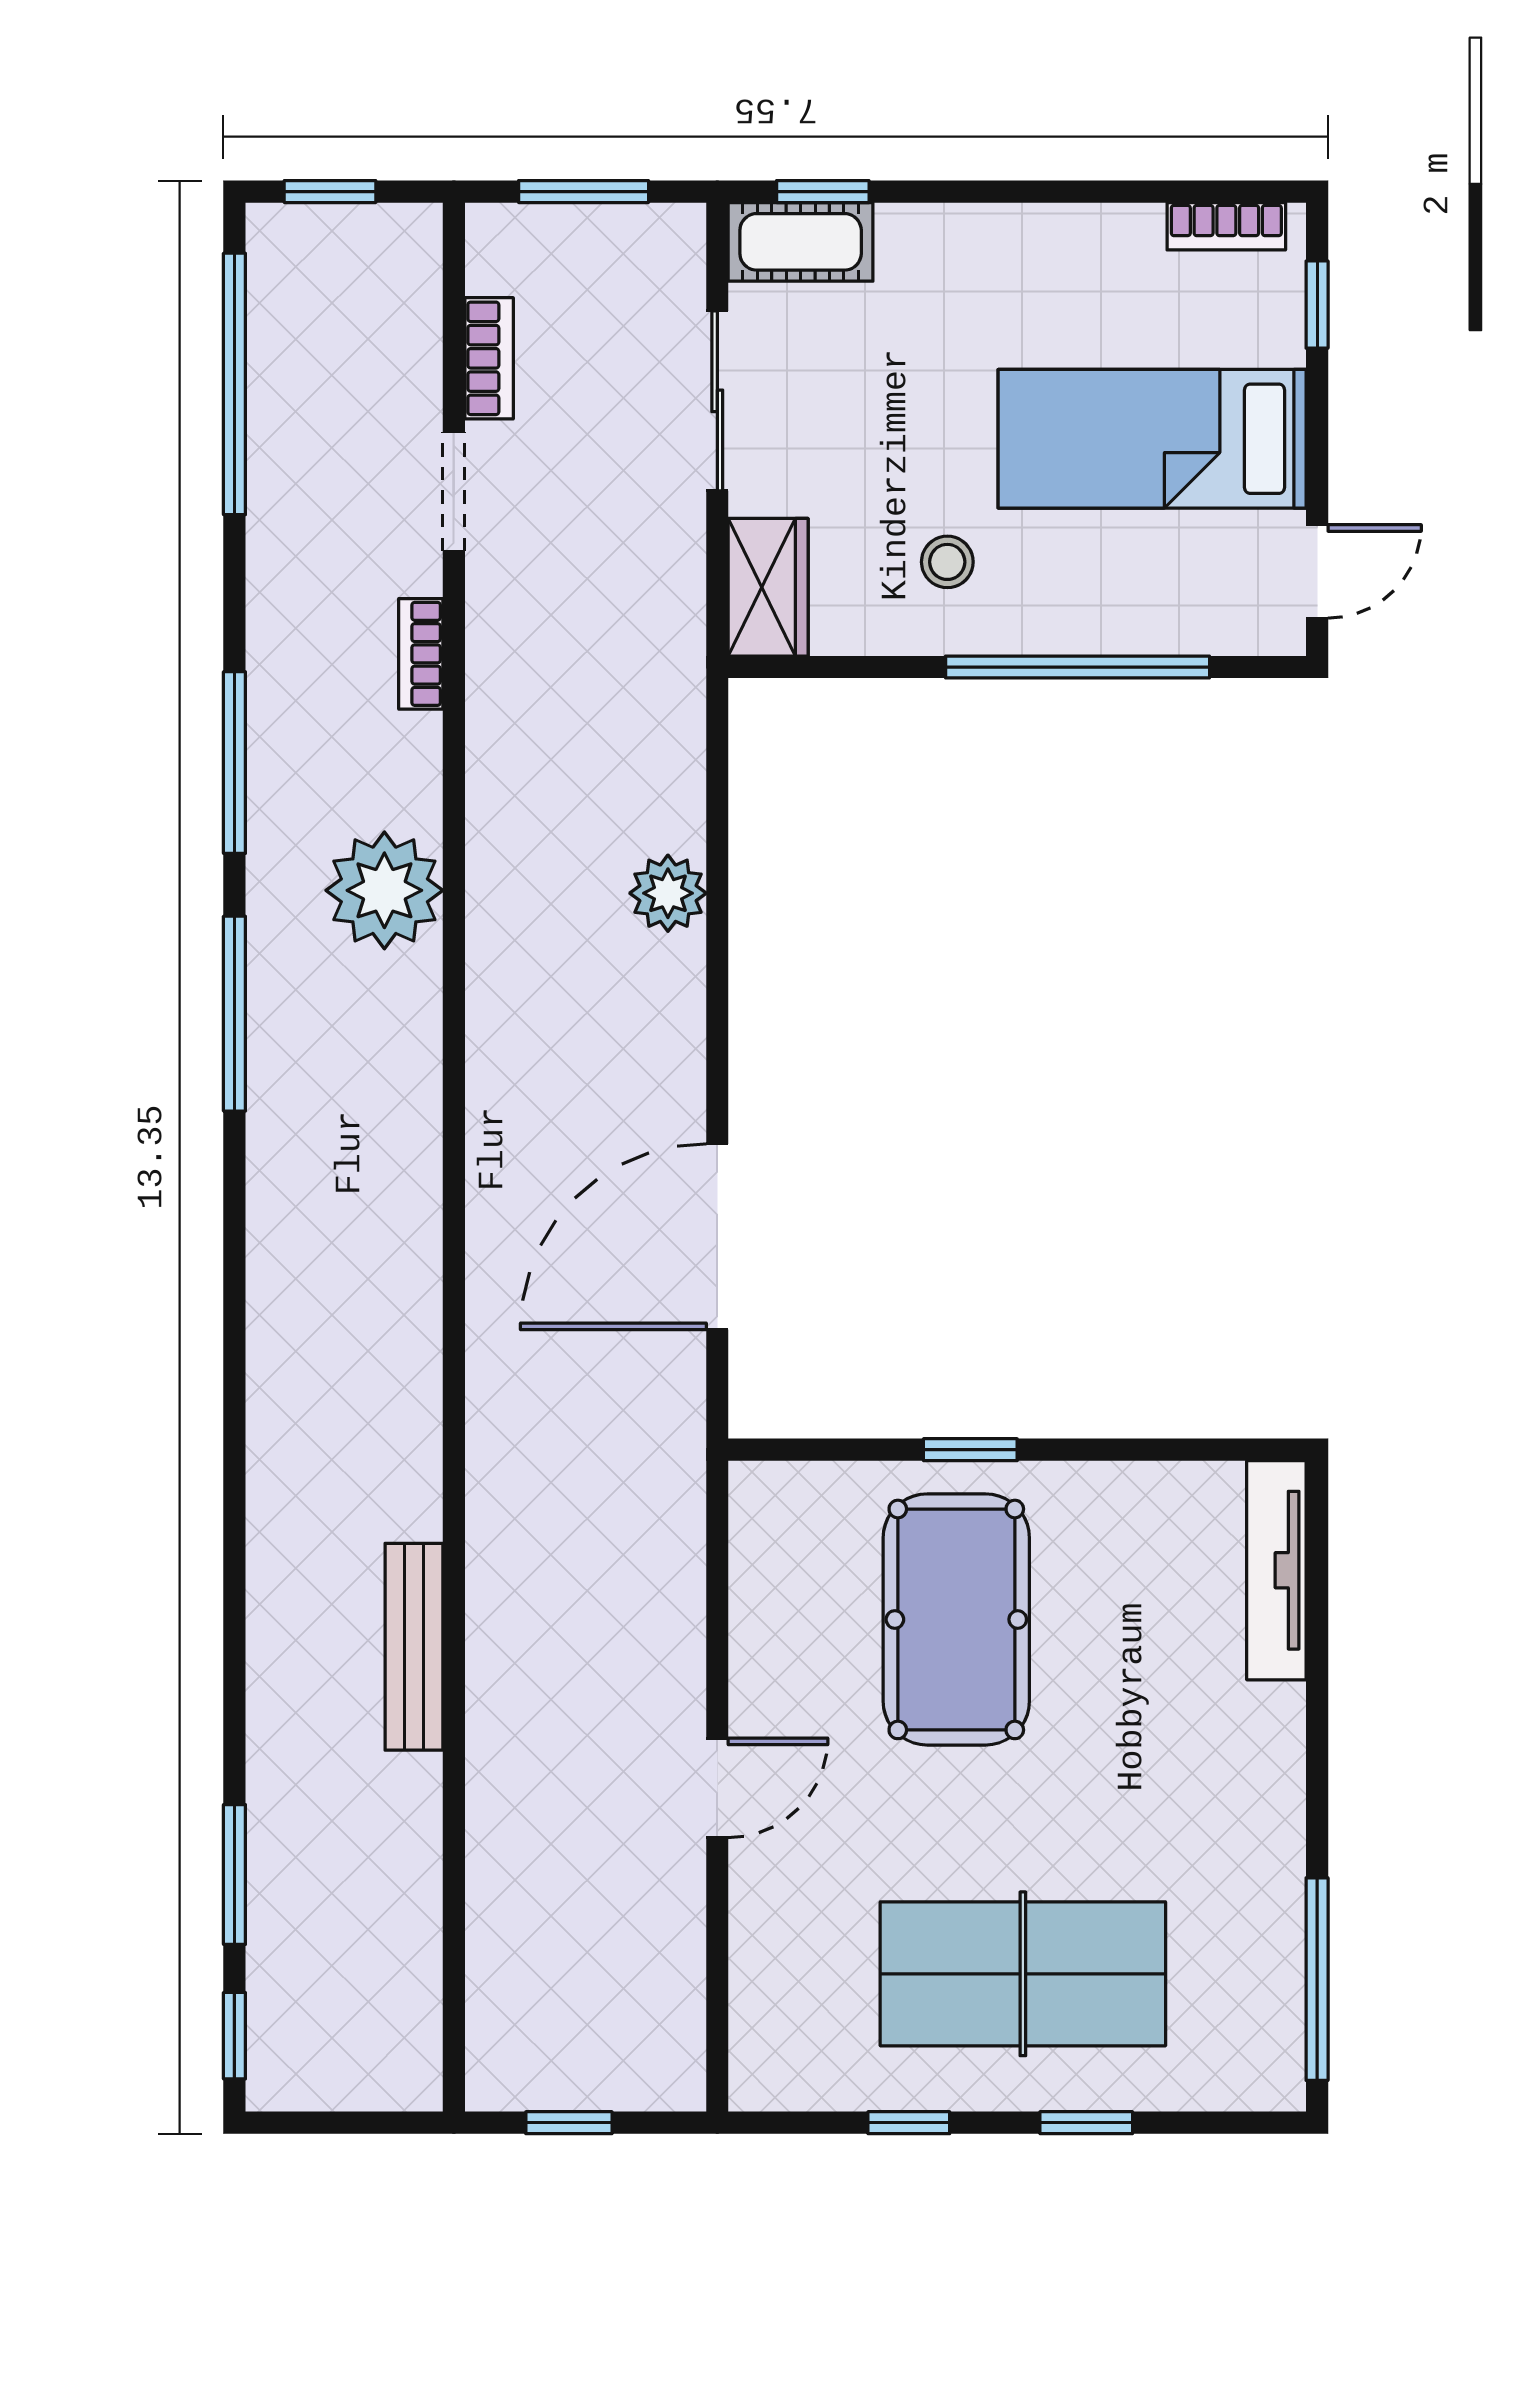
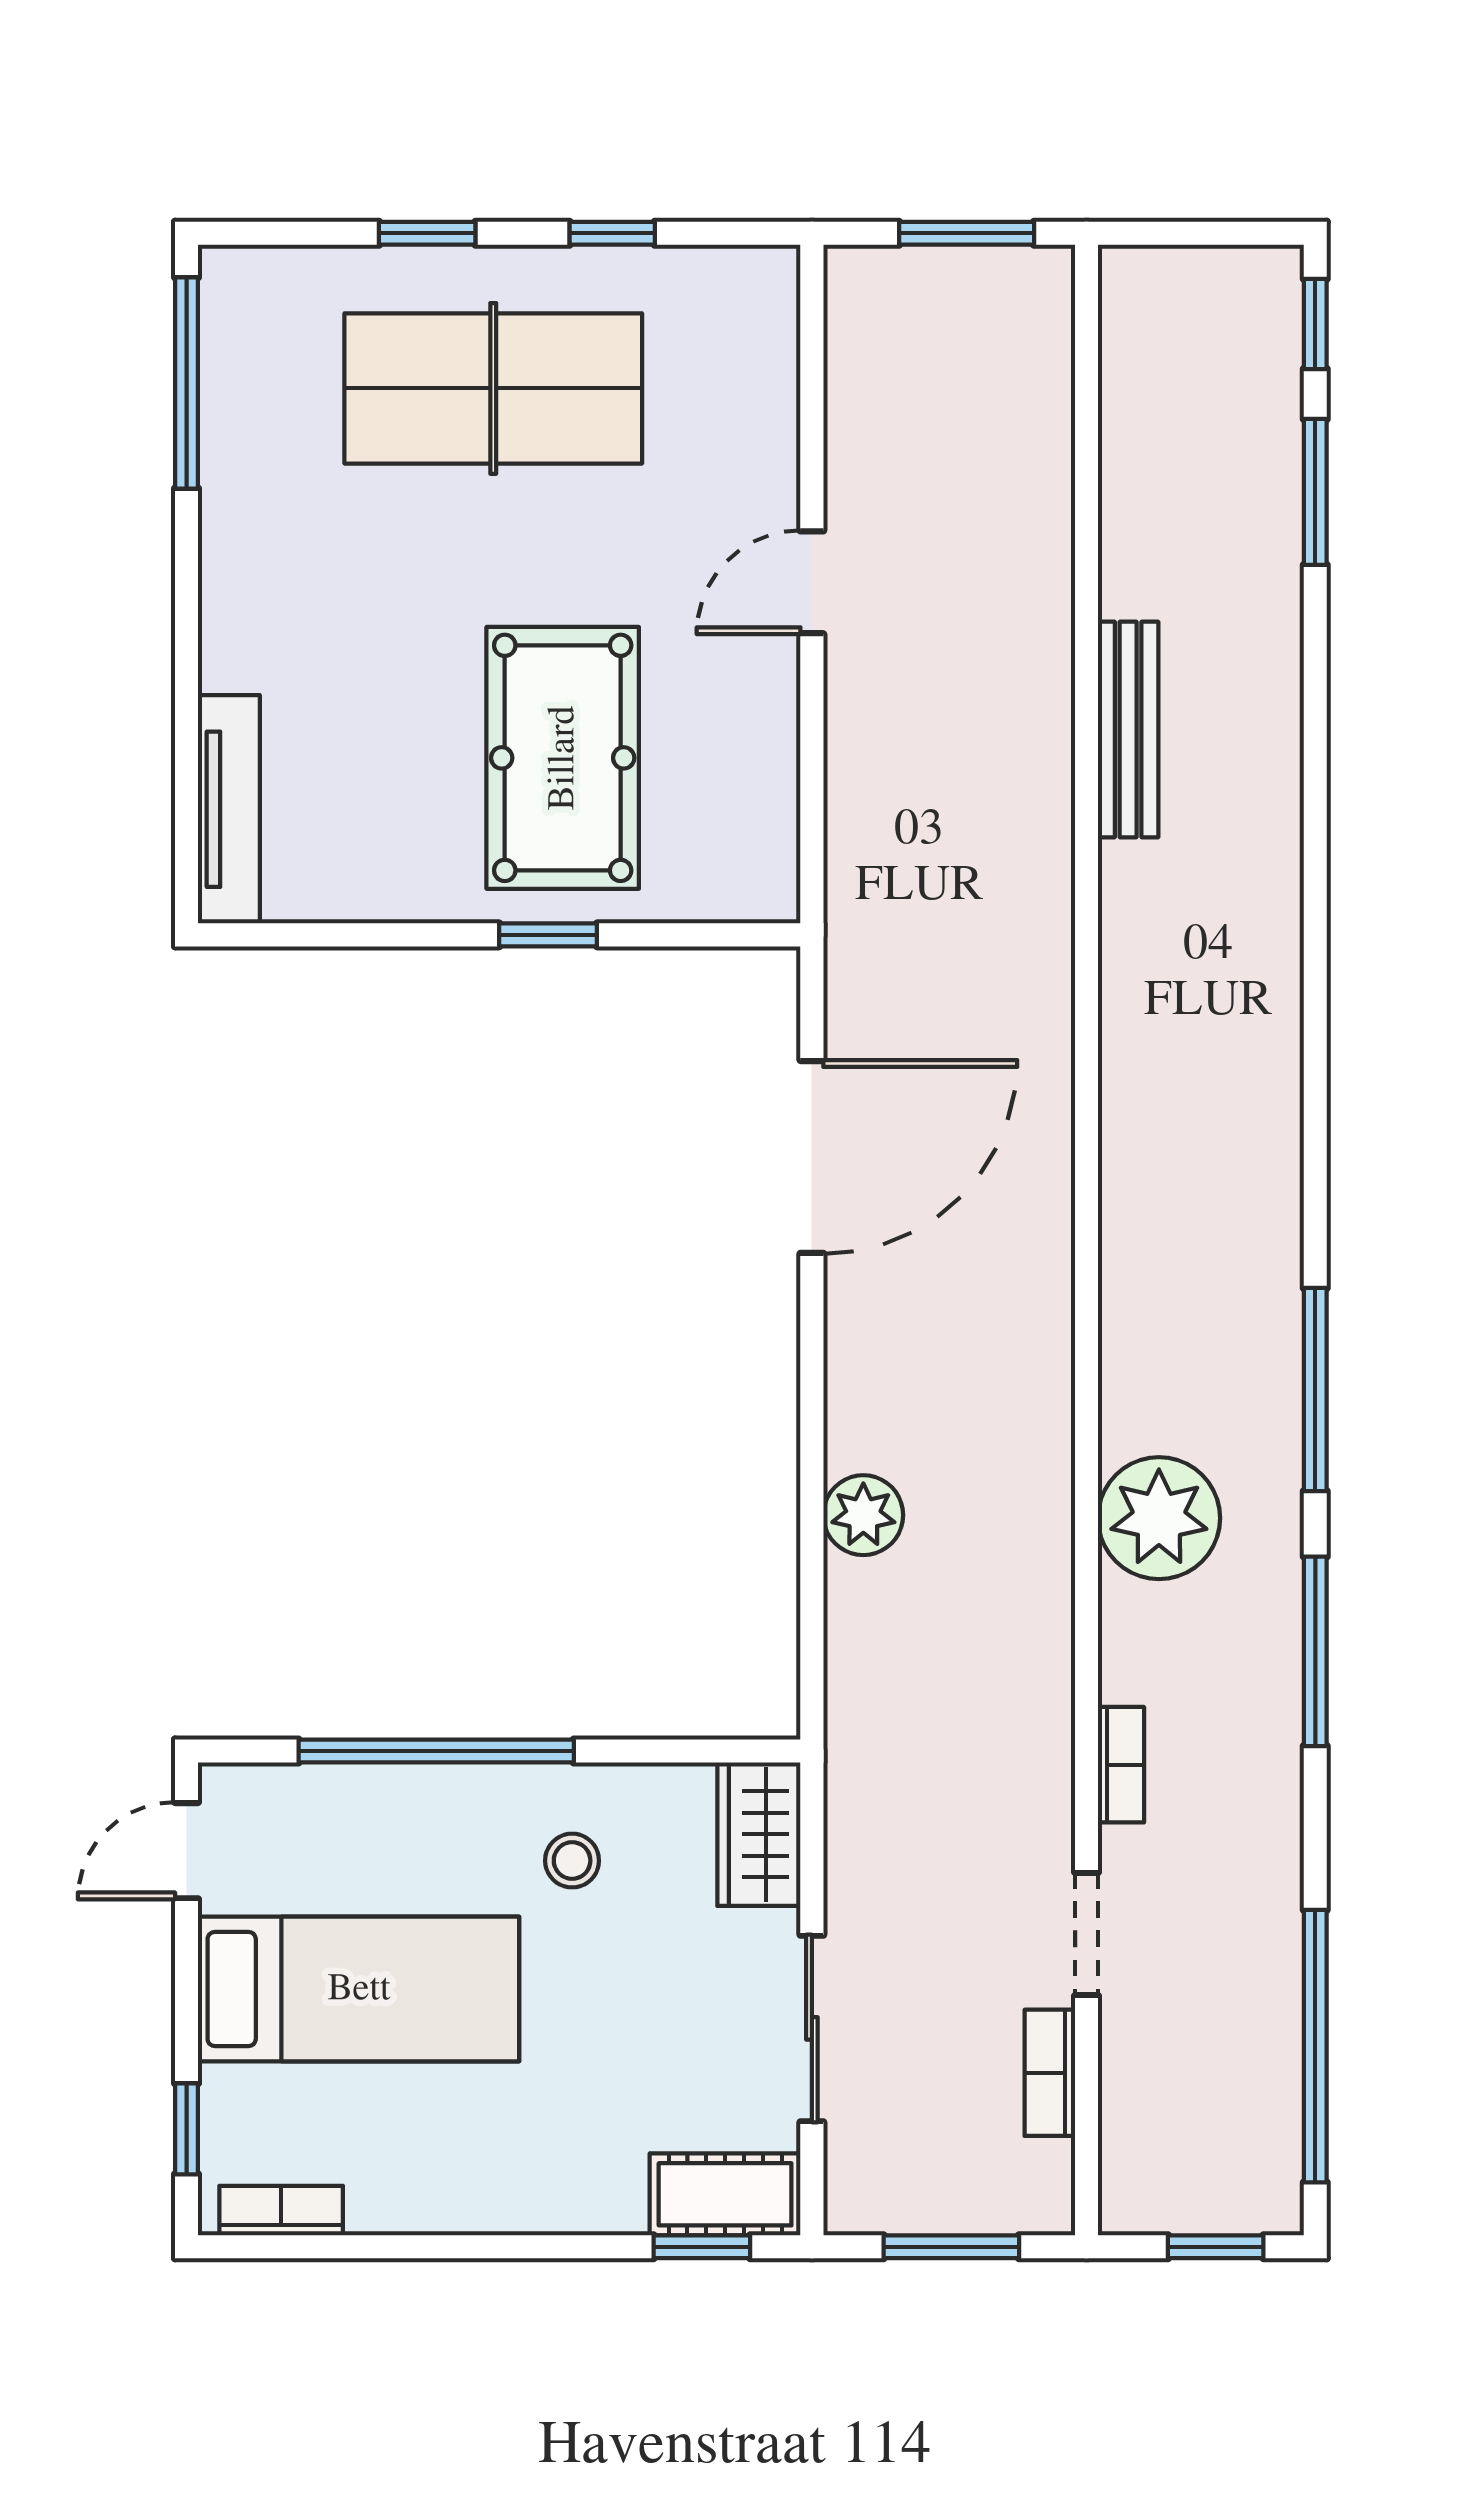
window: (569, 2123) -> (967, 233), width x1.50

